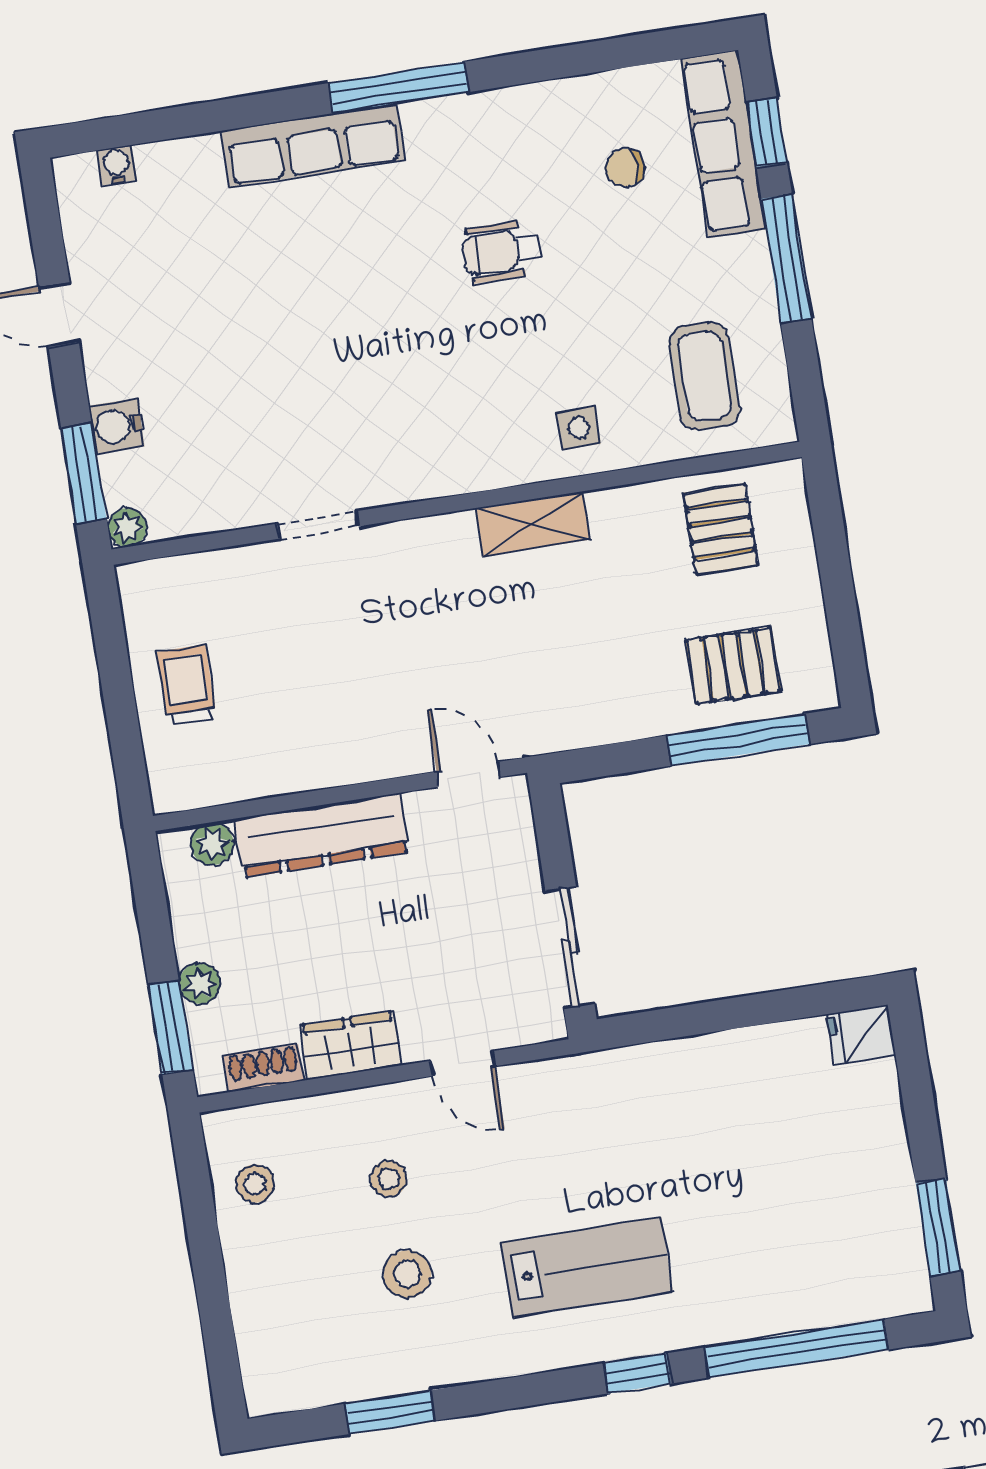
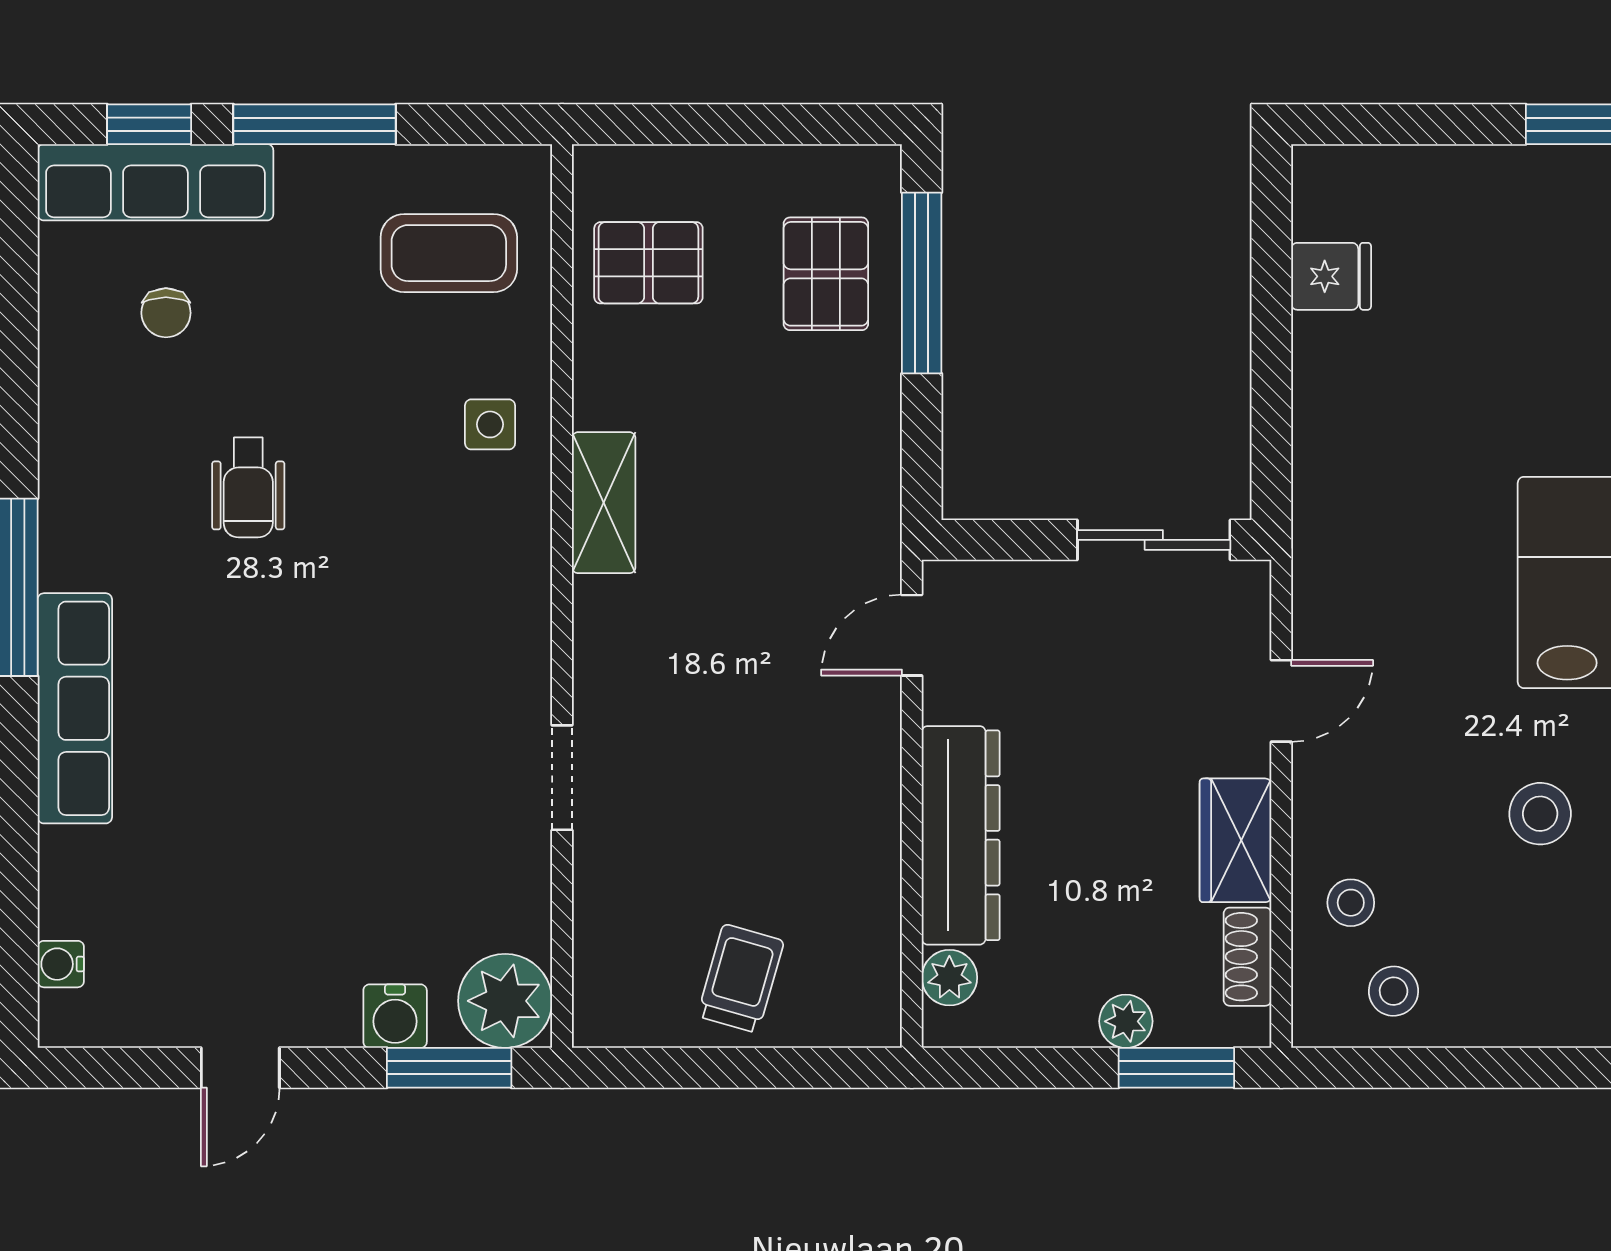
plant: (127, 527) -> (505, 1001), width x1.88, depth x1.88
trolley: (187, 685) -> (741, 978), turned 106
fridge: (861, 1035) -> (1331, 276), moved, turned -90
stool: (389, 1179) -> (1351, 903), moved

